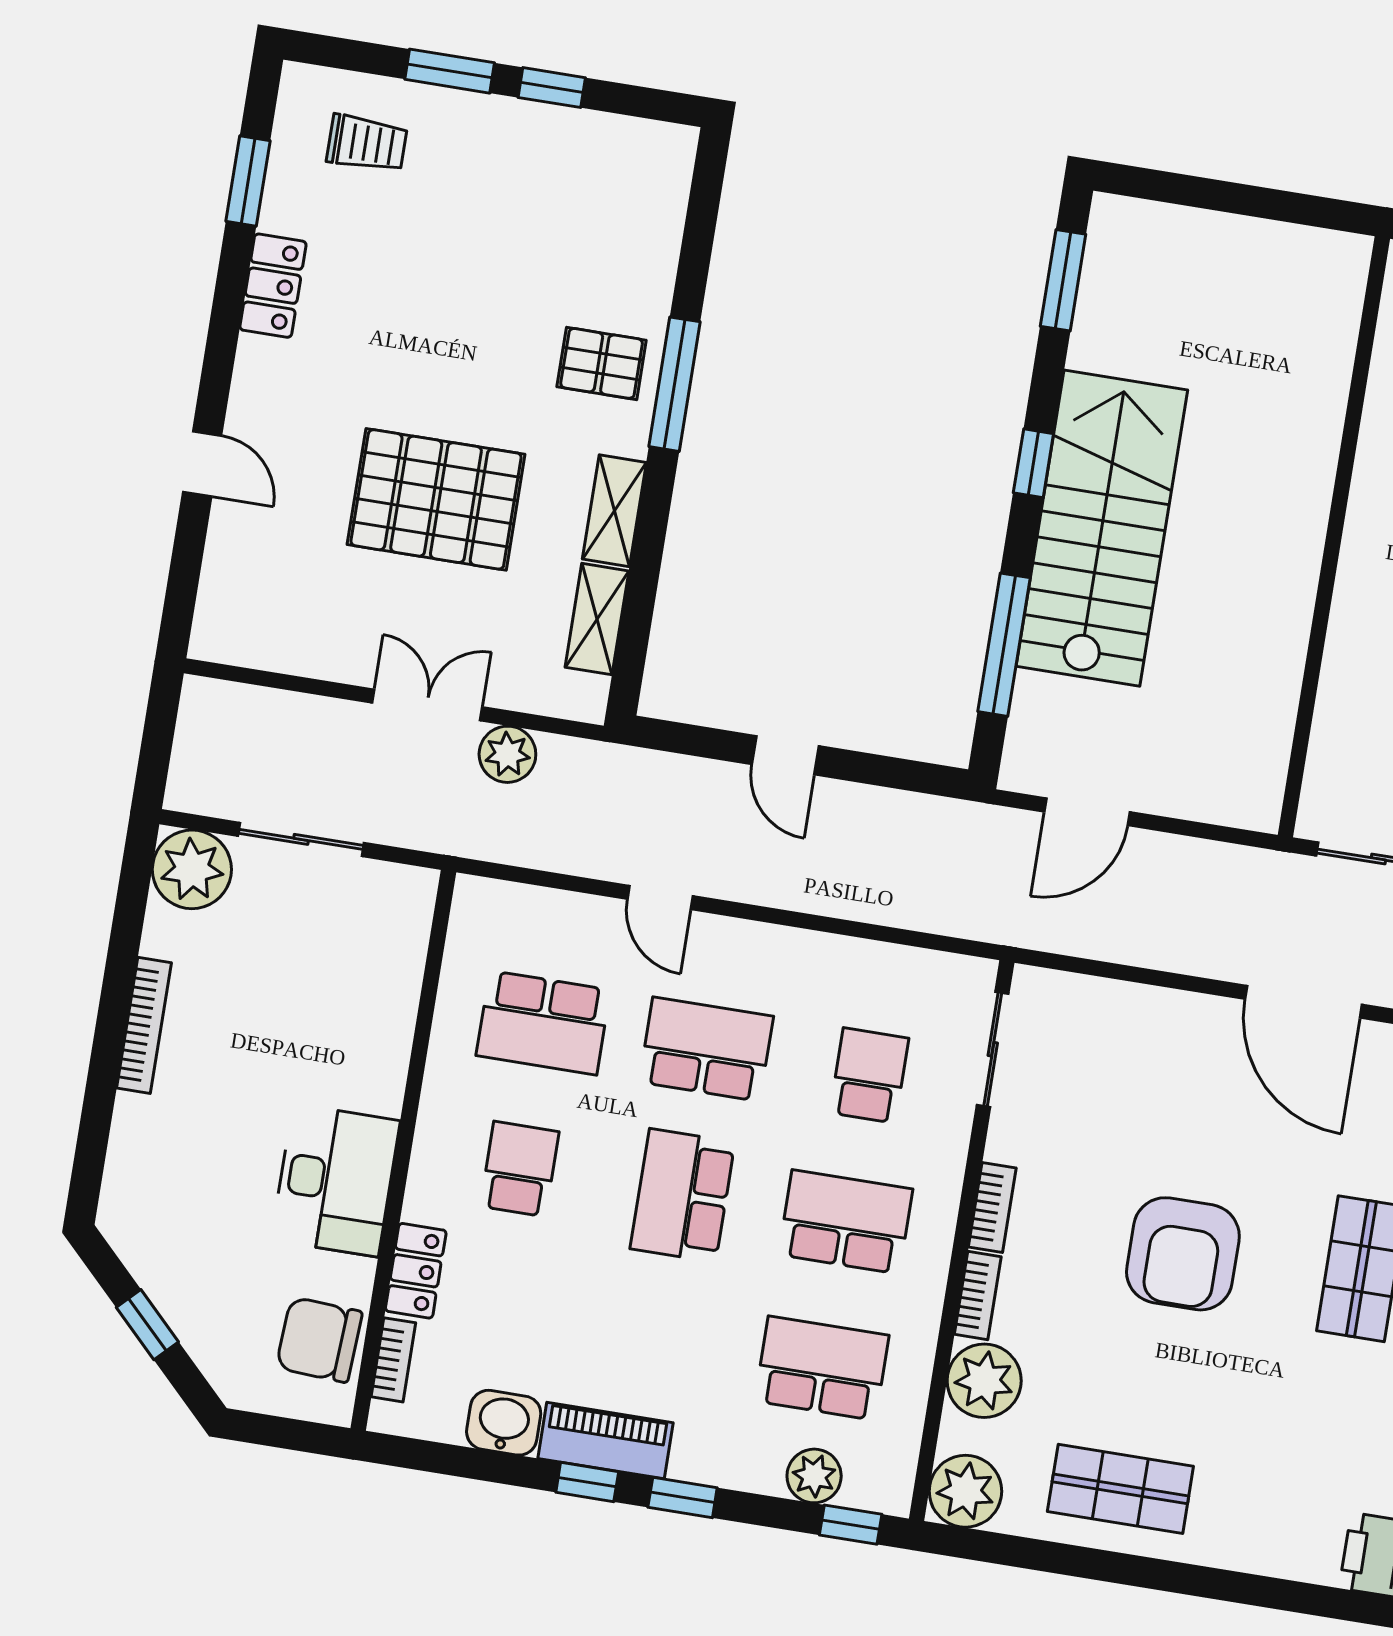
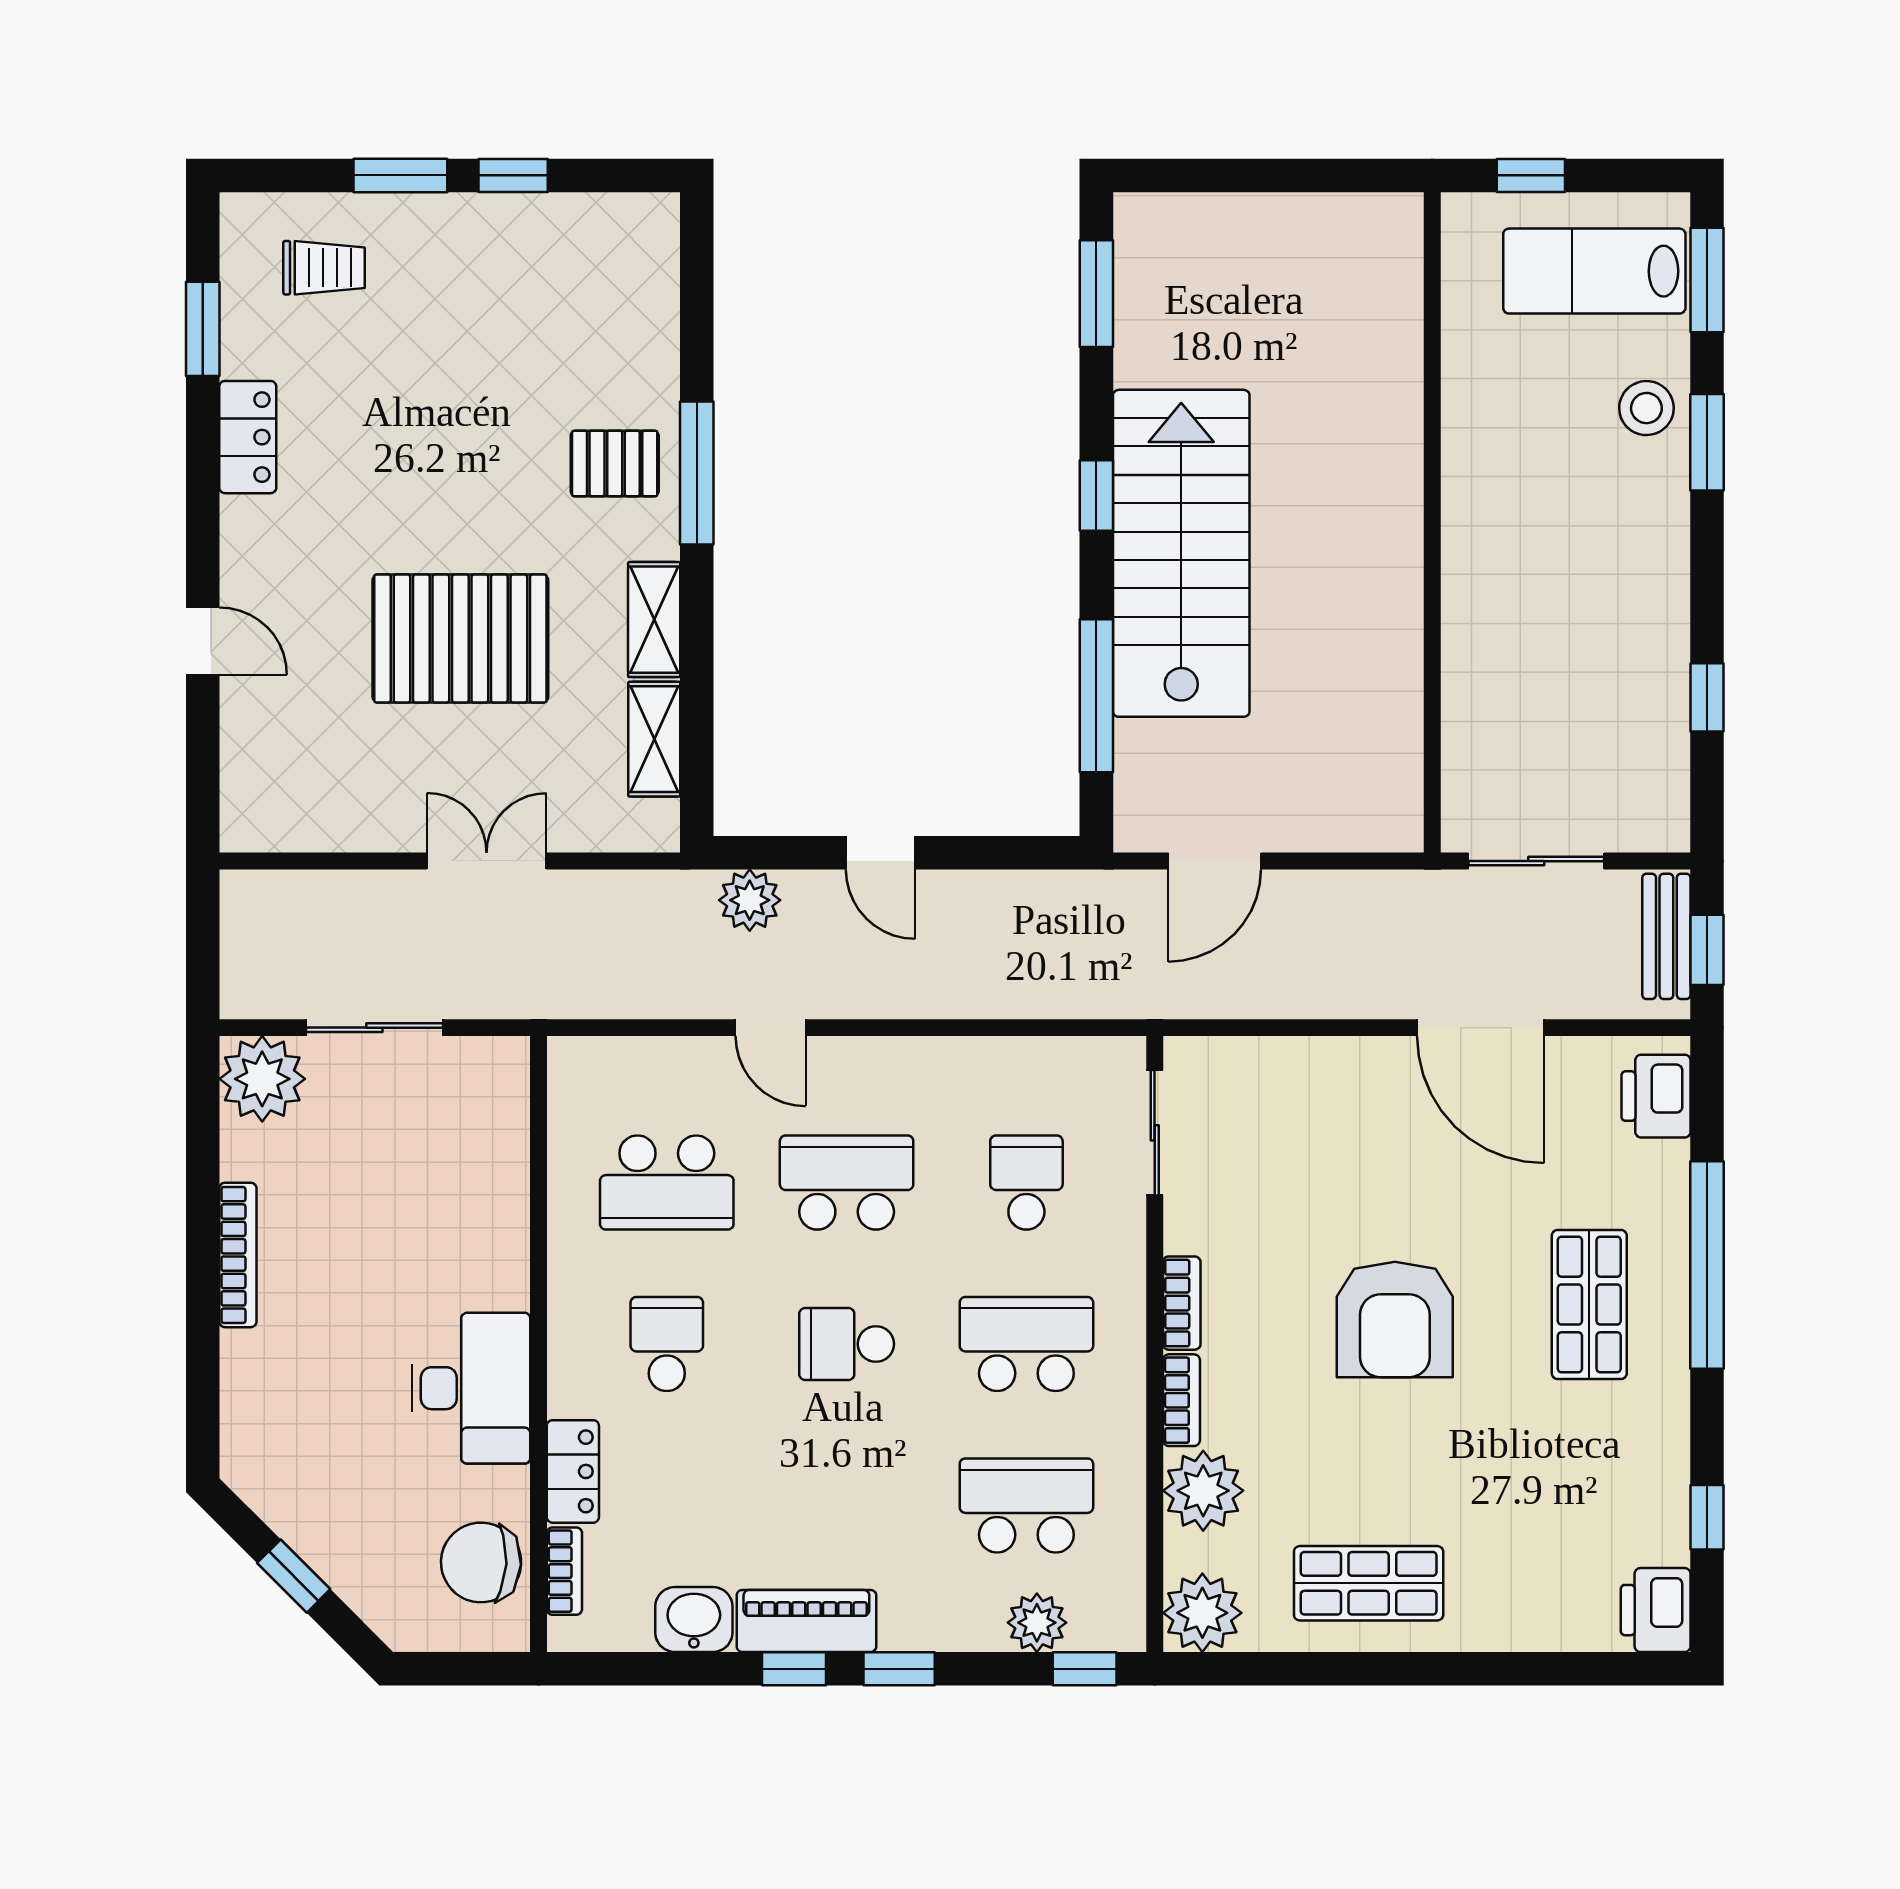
plant: (507, 754) -> (750, 900), moved
school desk: (683, 1195) -> (847, 1344), width x0.54

